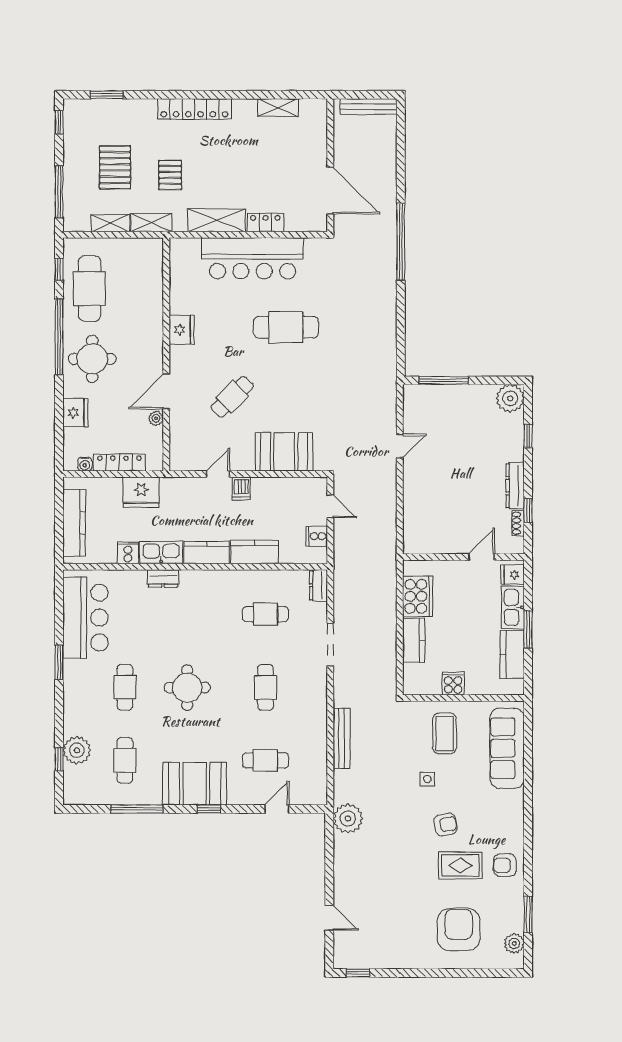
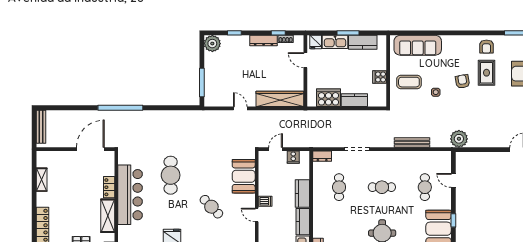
wardrobe: (416, 514) -> (280, 99), added

